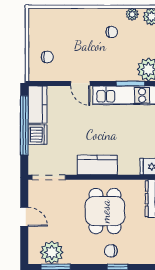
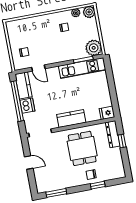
door: (80, 83) -> (38, 68), moved
plant: (52, 252) -> (52, 183), removed

